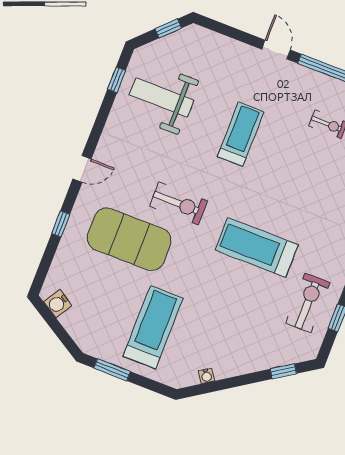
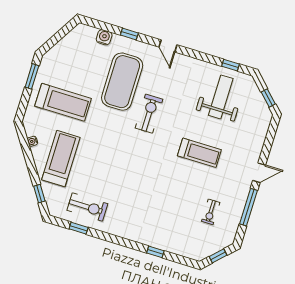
exercise bike: (178, 203) -> (149, 114), turned 180
treadmill: (257, 247) -> (61, 159), moved
water cooler: (58, 304) -> (104, 37), moved, turned 59

